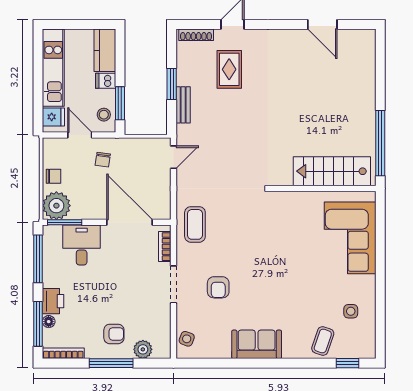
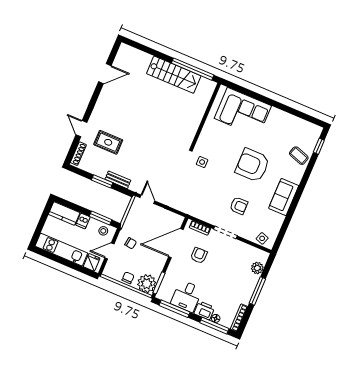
stairs: (332, 171) -> (174, 75), moved, turned -90
coffee table: (195, 224) -> (194, 204), removed
desk: (82, 245) -> (187, 296), moved, turned -90
armchair: (282, 282) -> (252, 165), added
side table: (351, 311) -> (202, 162), moved
armchair: (114, 334) -> (199, 255), moved

